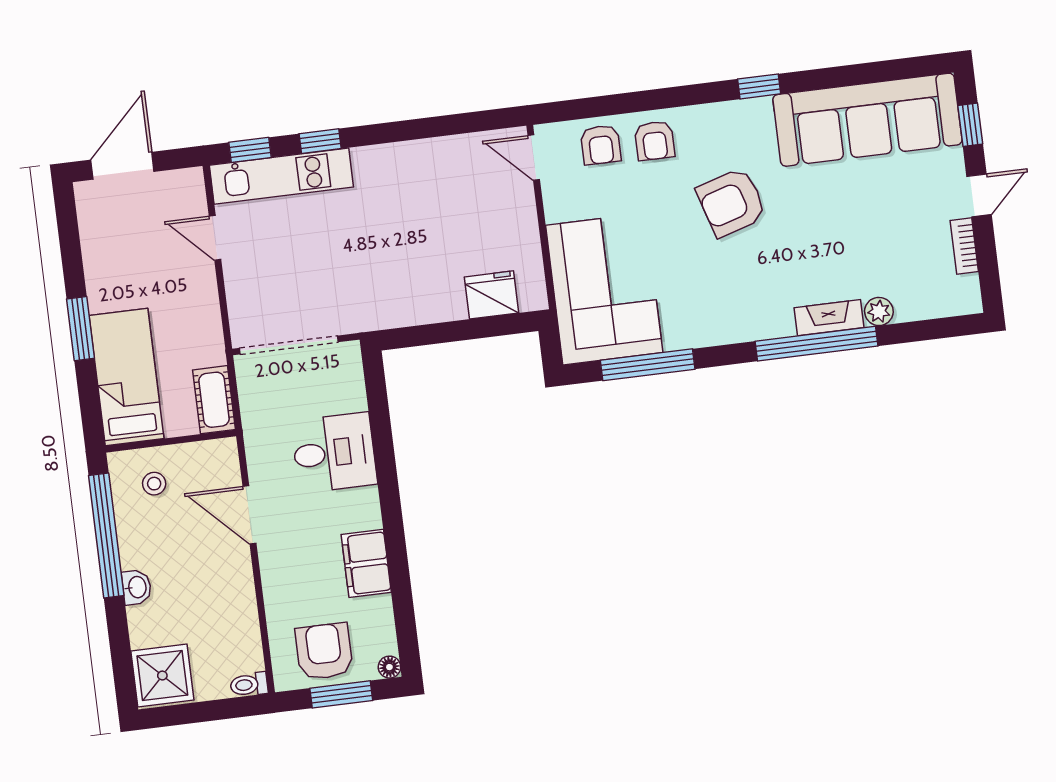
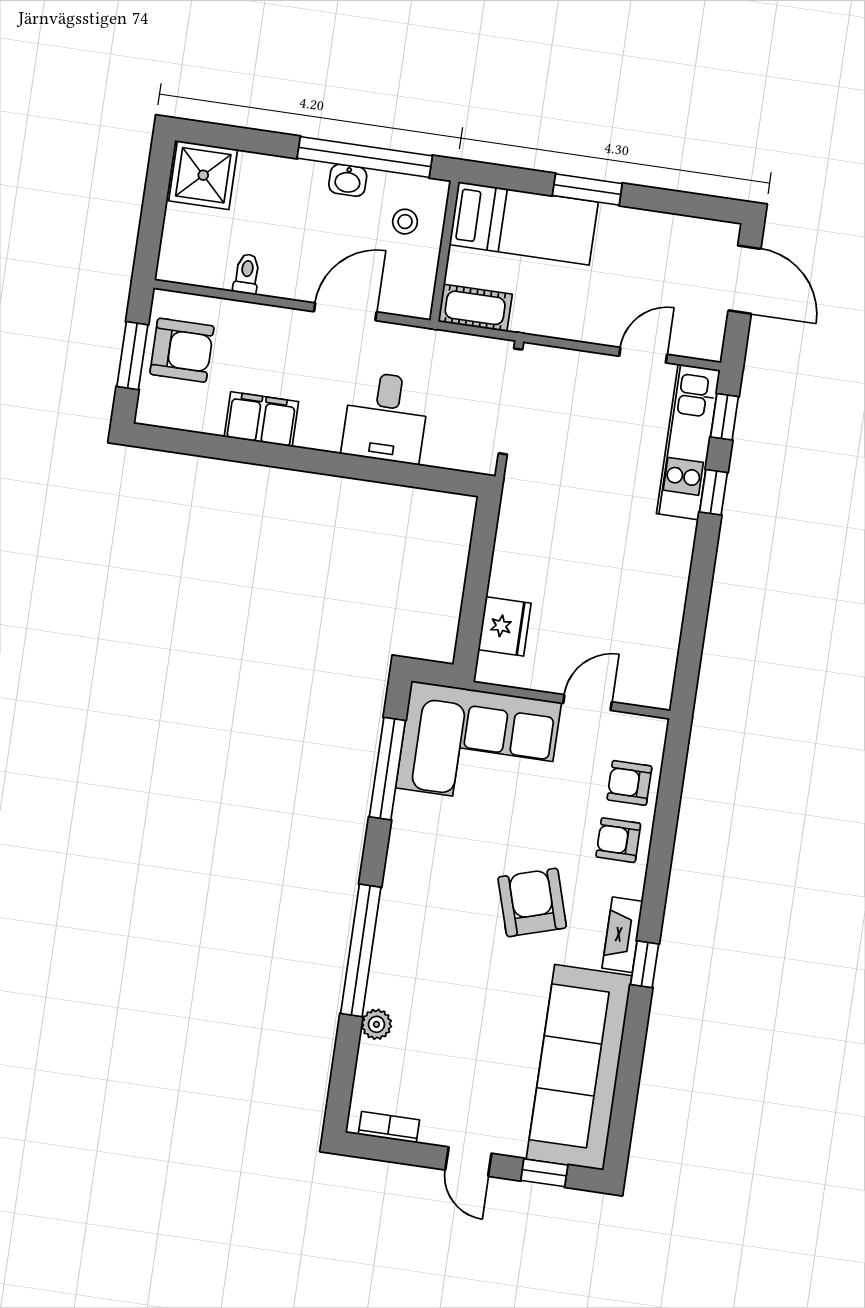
door: (534, 158) -> (587, 703), moved
bookcase: (964, 246) -> (389, 1127), moved
fireplace: (829, 318) -> (622, 935), moved, turned 180
washbasin: (137, 587) -> (348, 180), moved
floor lamp: (389, 667) -> (147, 414), removed
toilet: (249, 685) -> (247, 274), moved

